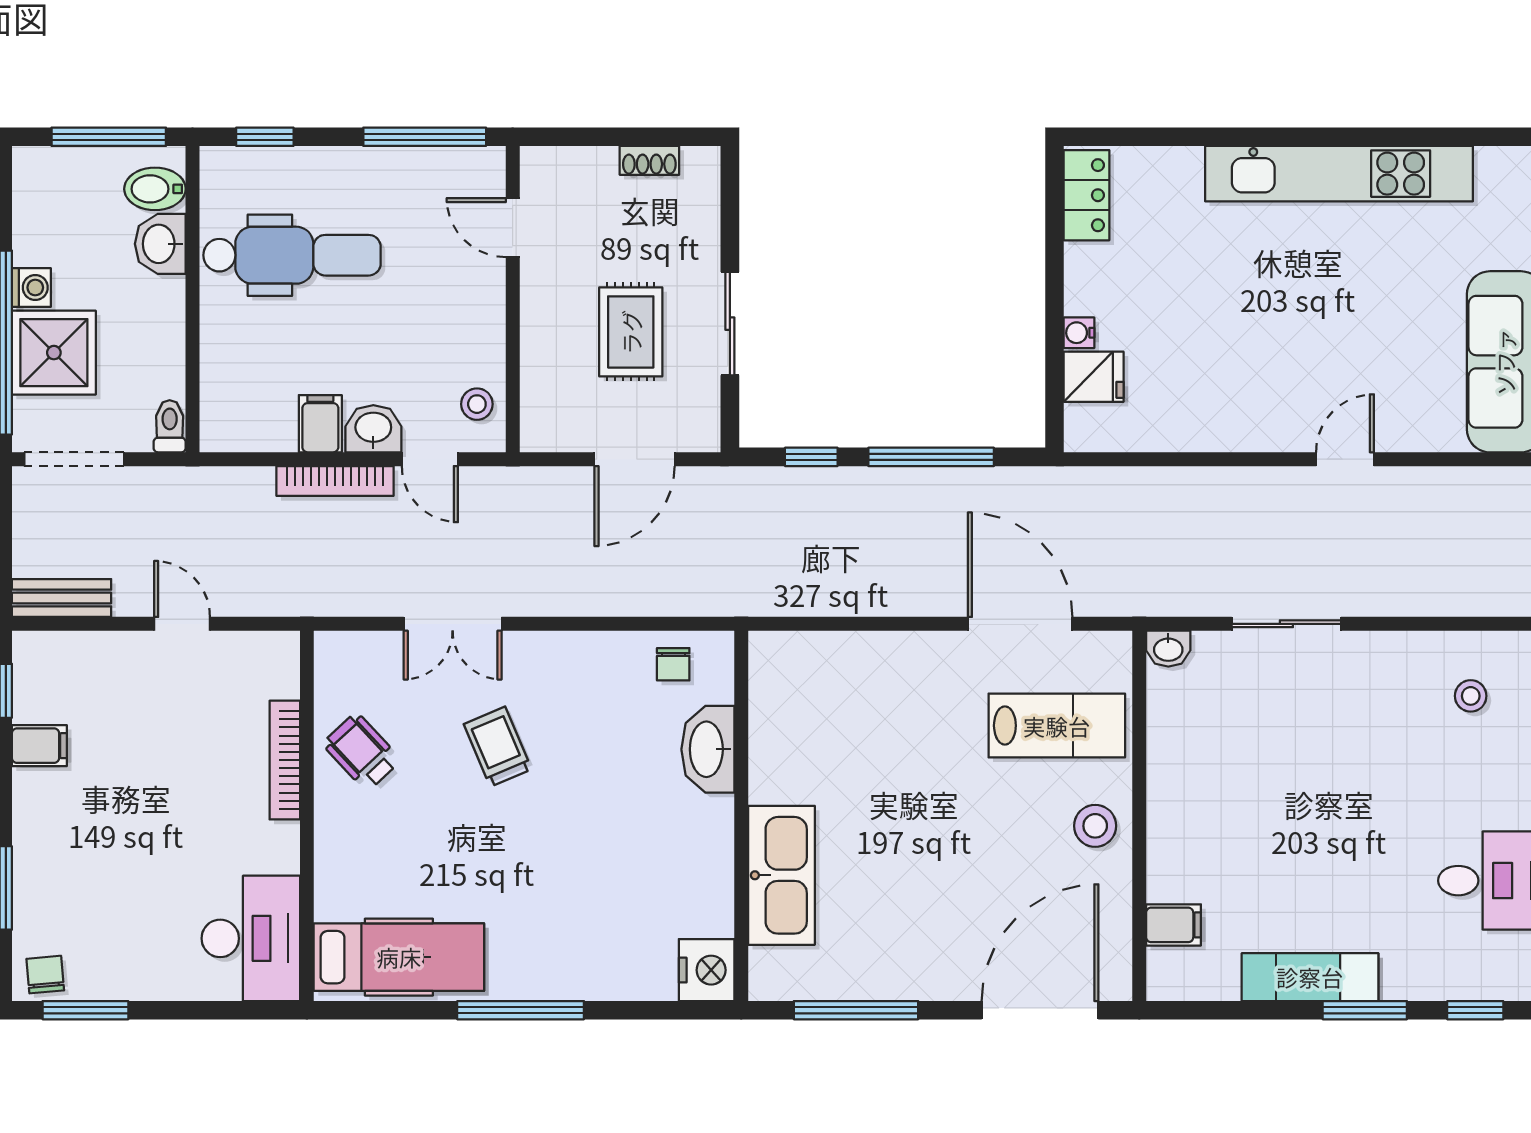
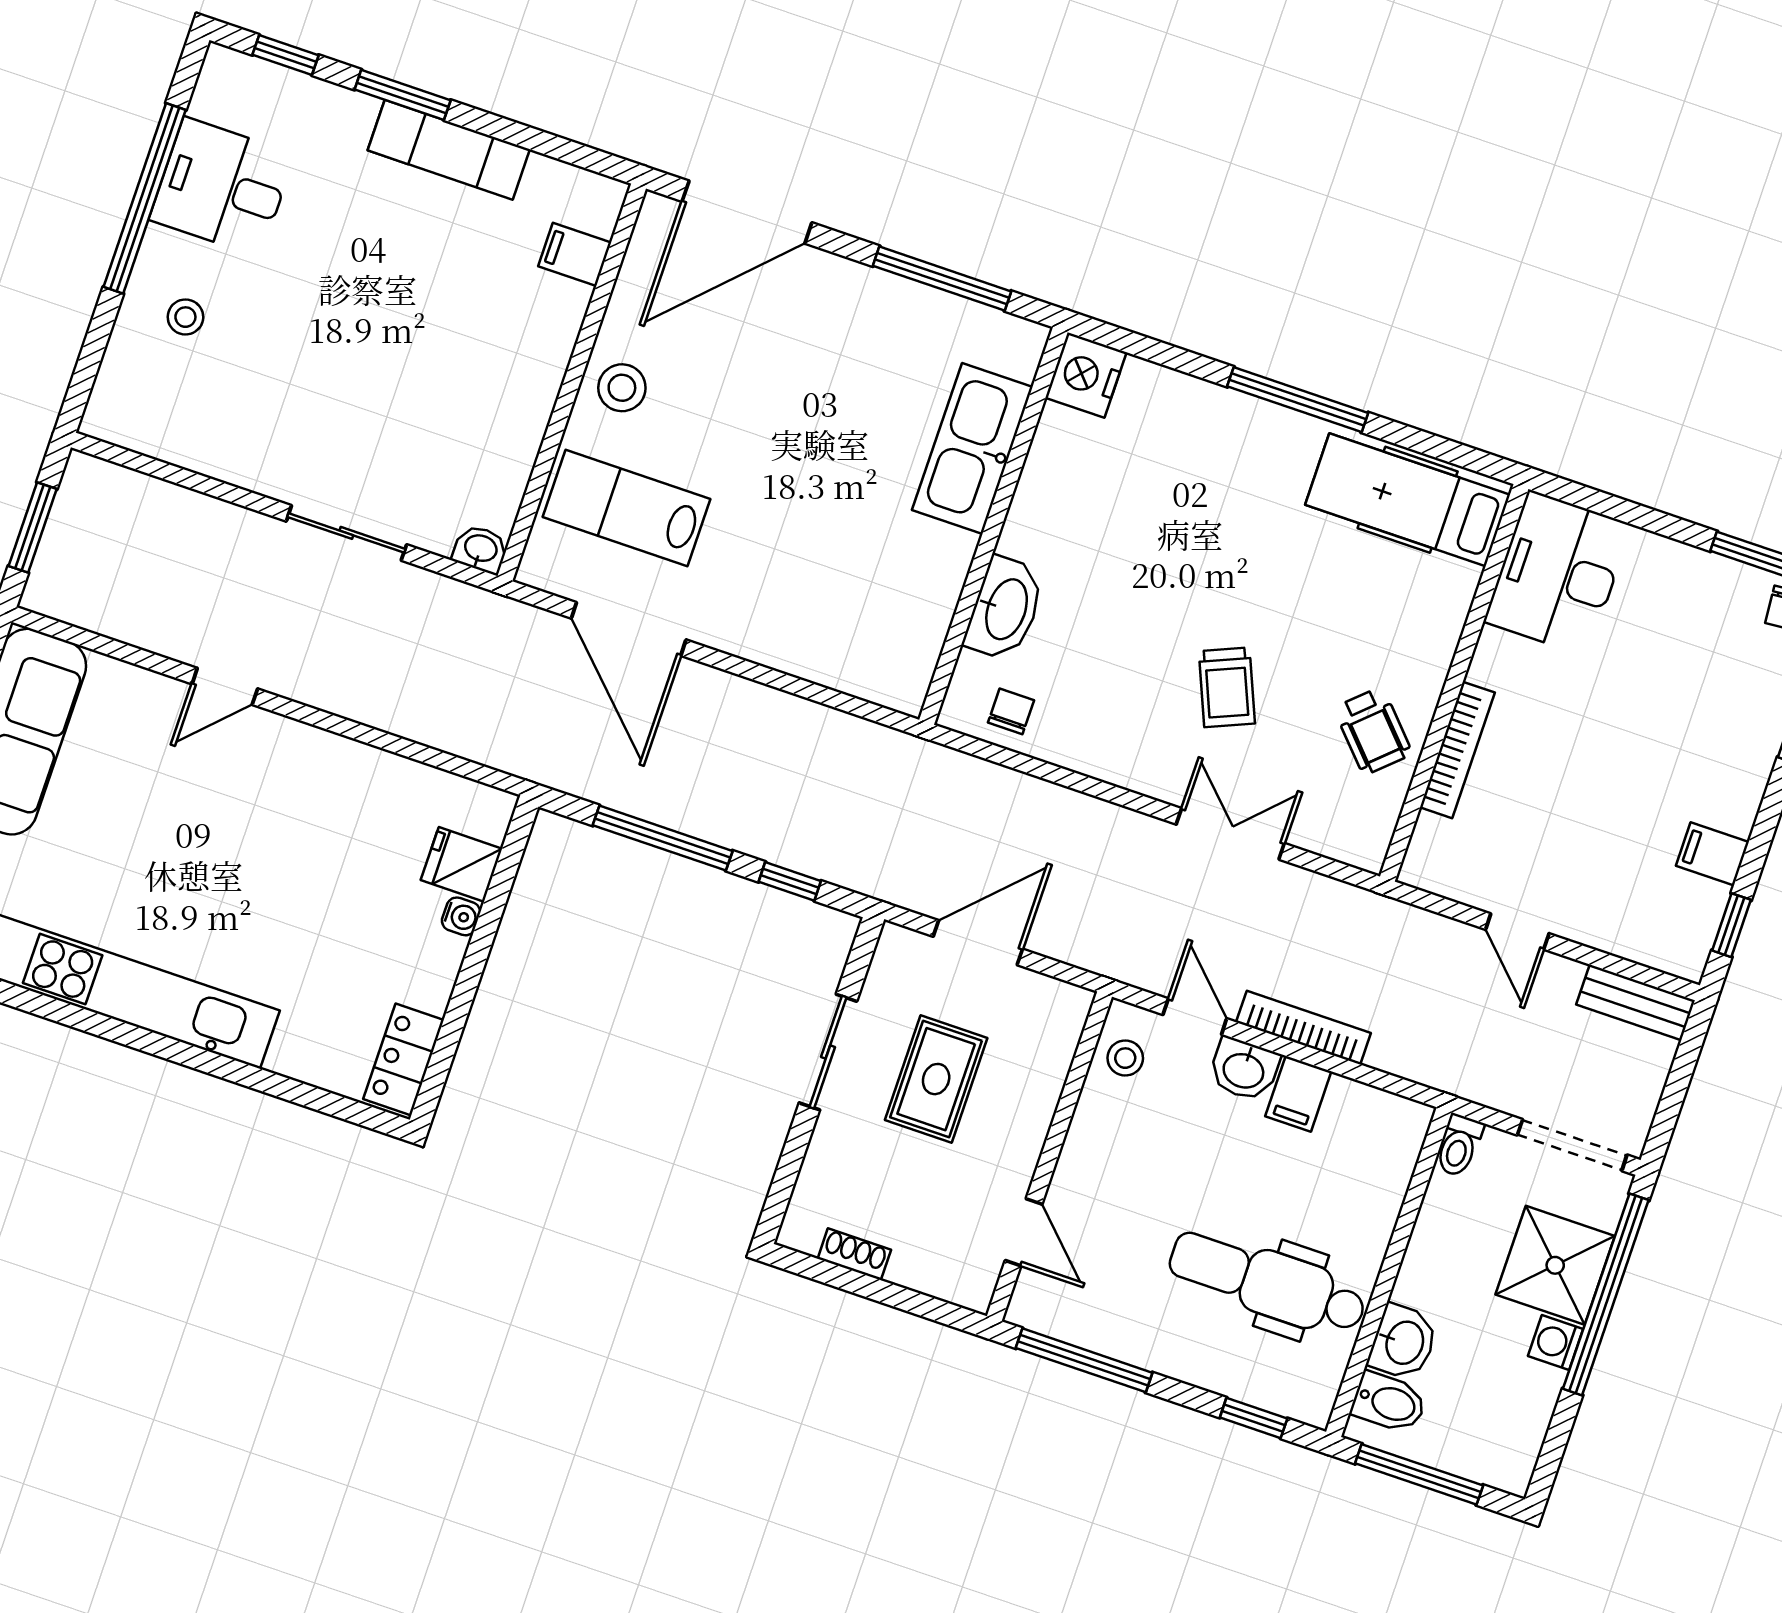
stool: (1471, 696) -> (185, 317), moved

